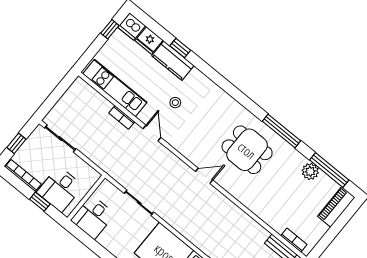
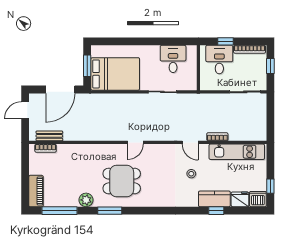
window: (281, 131) -> (110, 211), width x0.69
plant: (310, 171) -> (86, 200), moved
desk: (93, 217) -> (173, 59), moved

